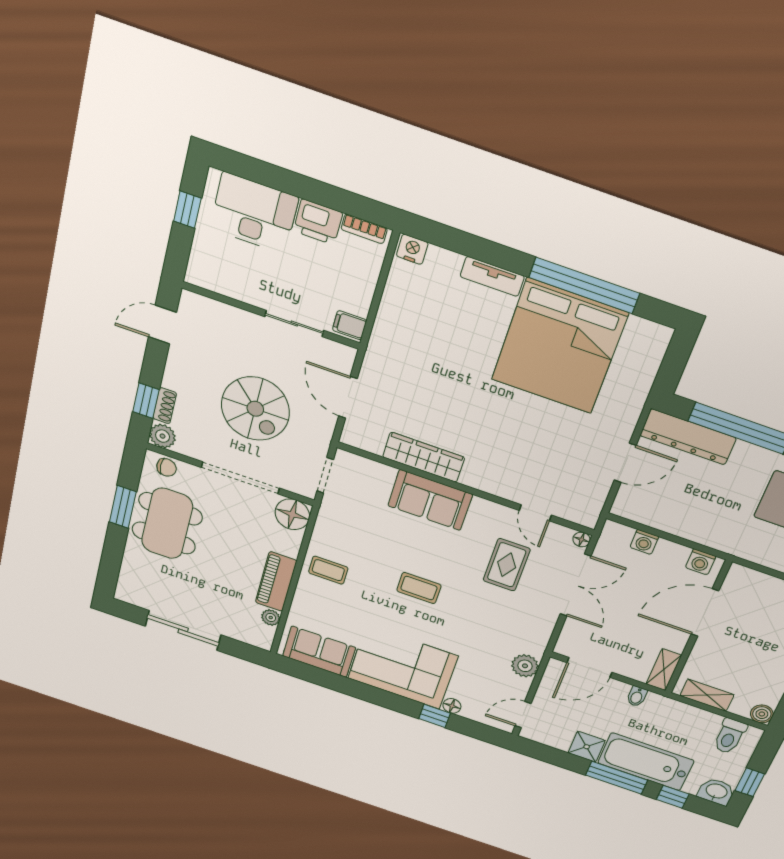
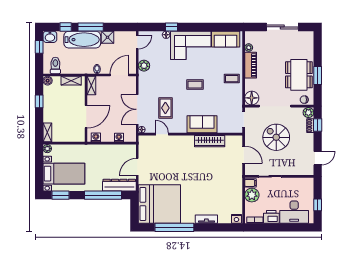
plant: (354, 295) -> (252, 195), added
bed: (559, 346) -> (159, 204), moved, turned 90

